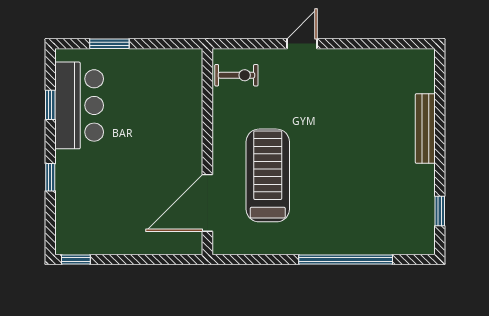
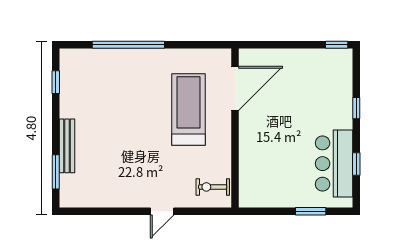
window: (440, 95) -> (56, 172), added
treadmill: (268, 175) -> (189, 110), turned 180

